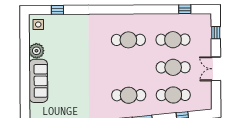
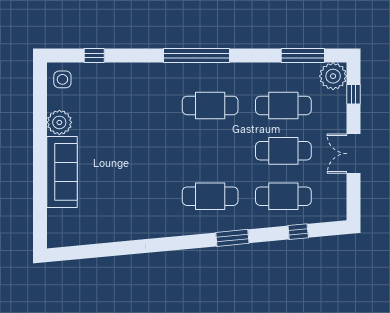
window: (185, 9) -> (303, 56), width x2.17
window: (120, 10) -> (196, 56), added
plant: (203, 22) -> (333, 76), added

